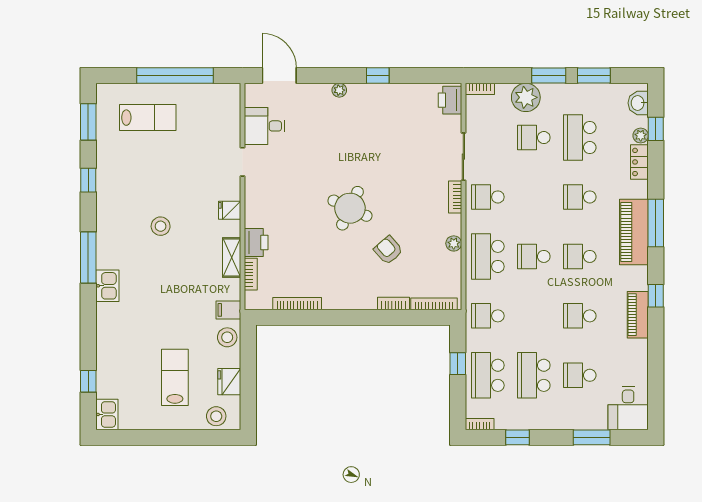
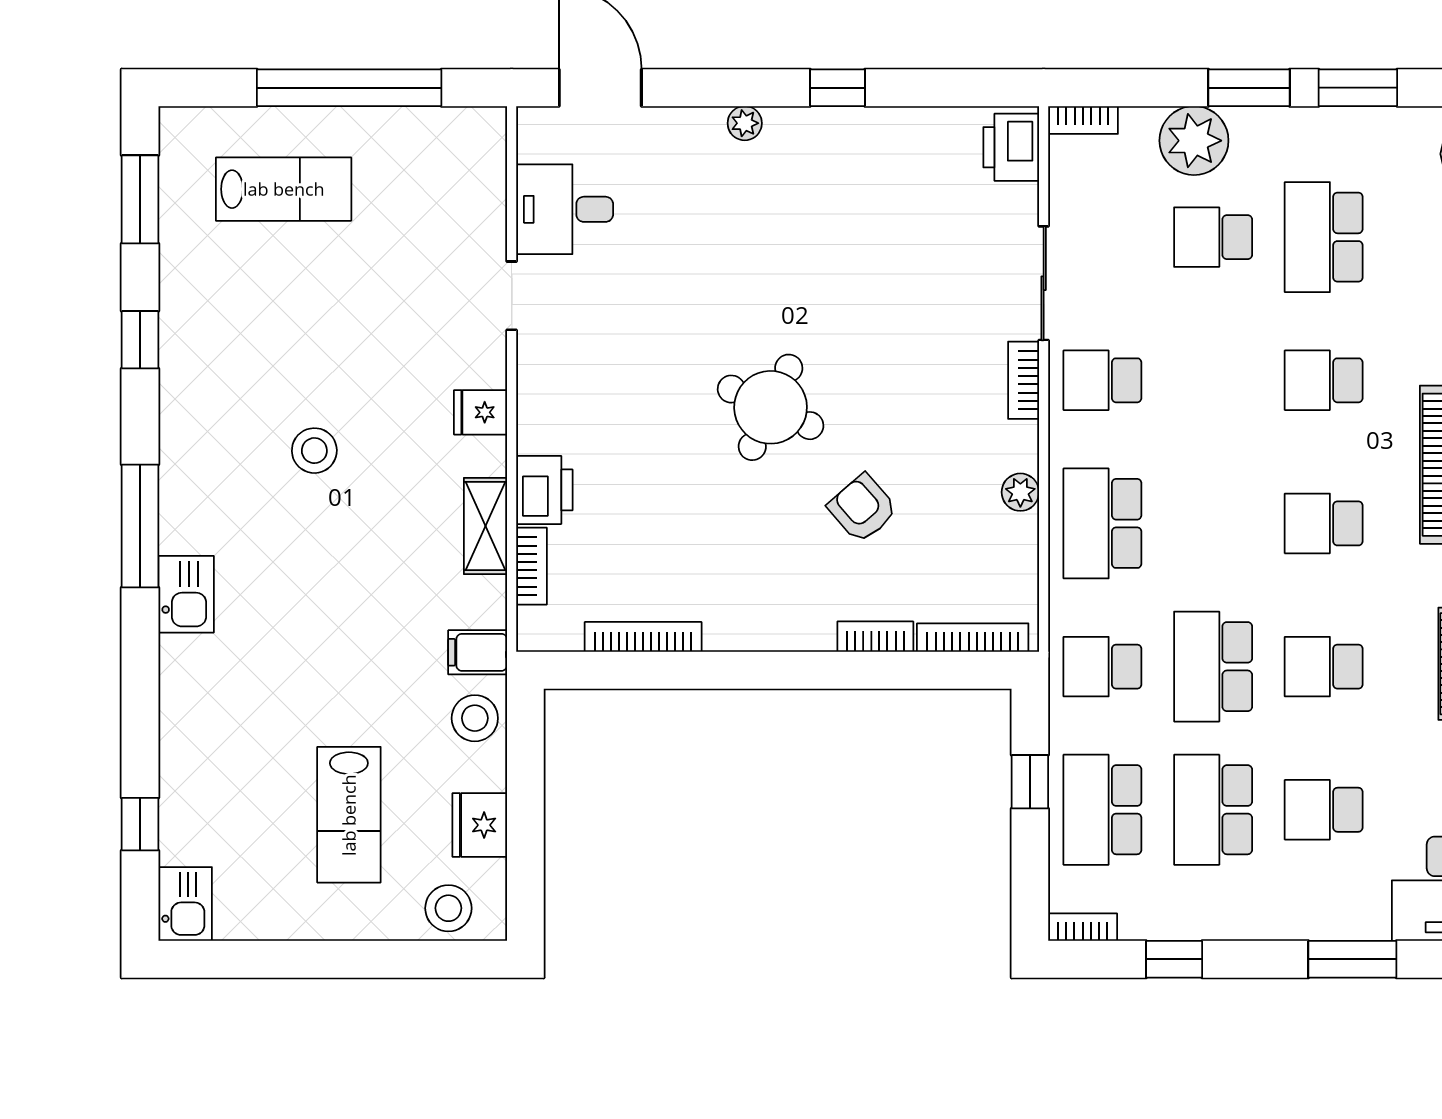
school desk: (534, 256) -> (1213, 667), moved, width x1.85
lab bench: (175, 377) -> (349, 815), turned 180

